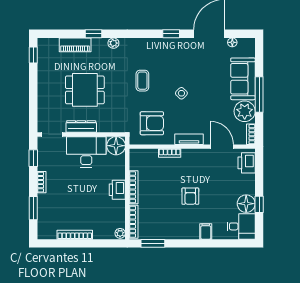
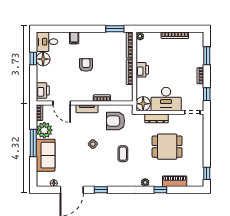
dresser: (81, 127) -> (157, 118), moved

